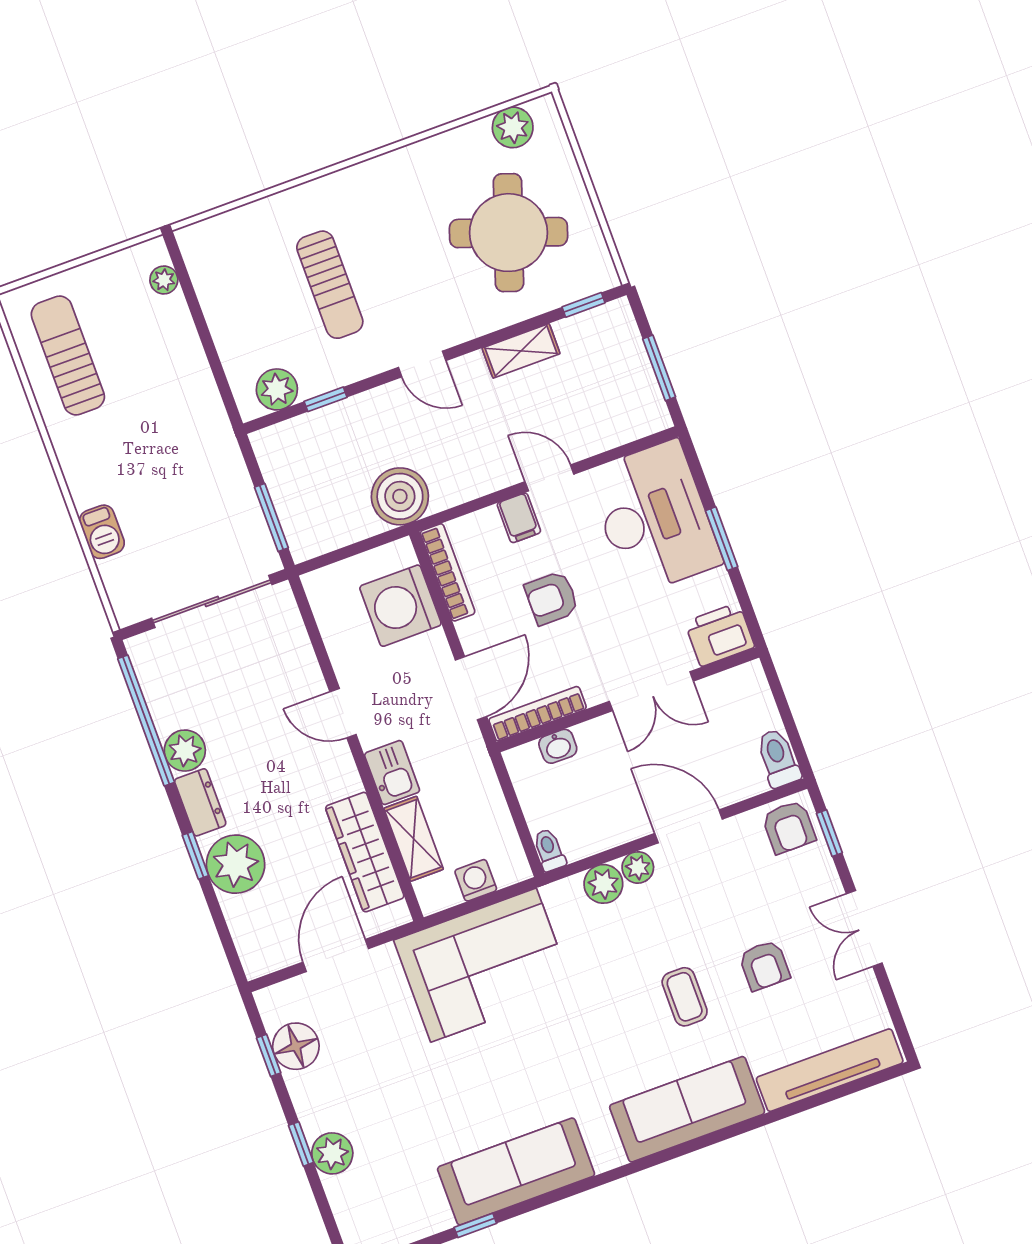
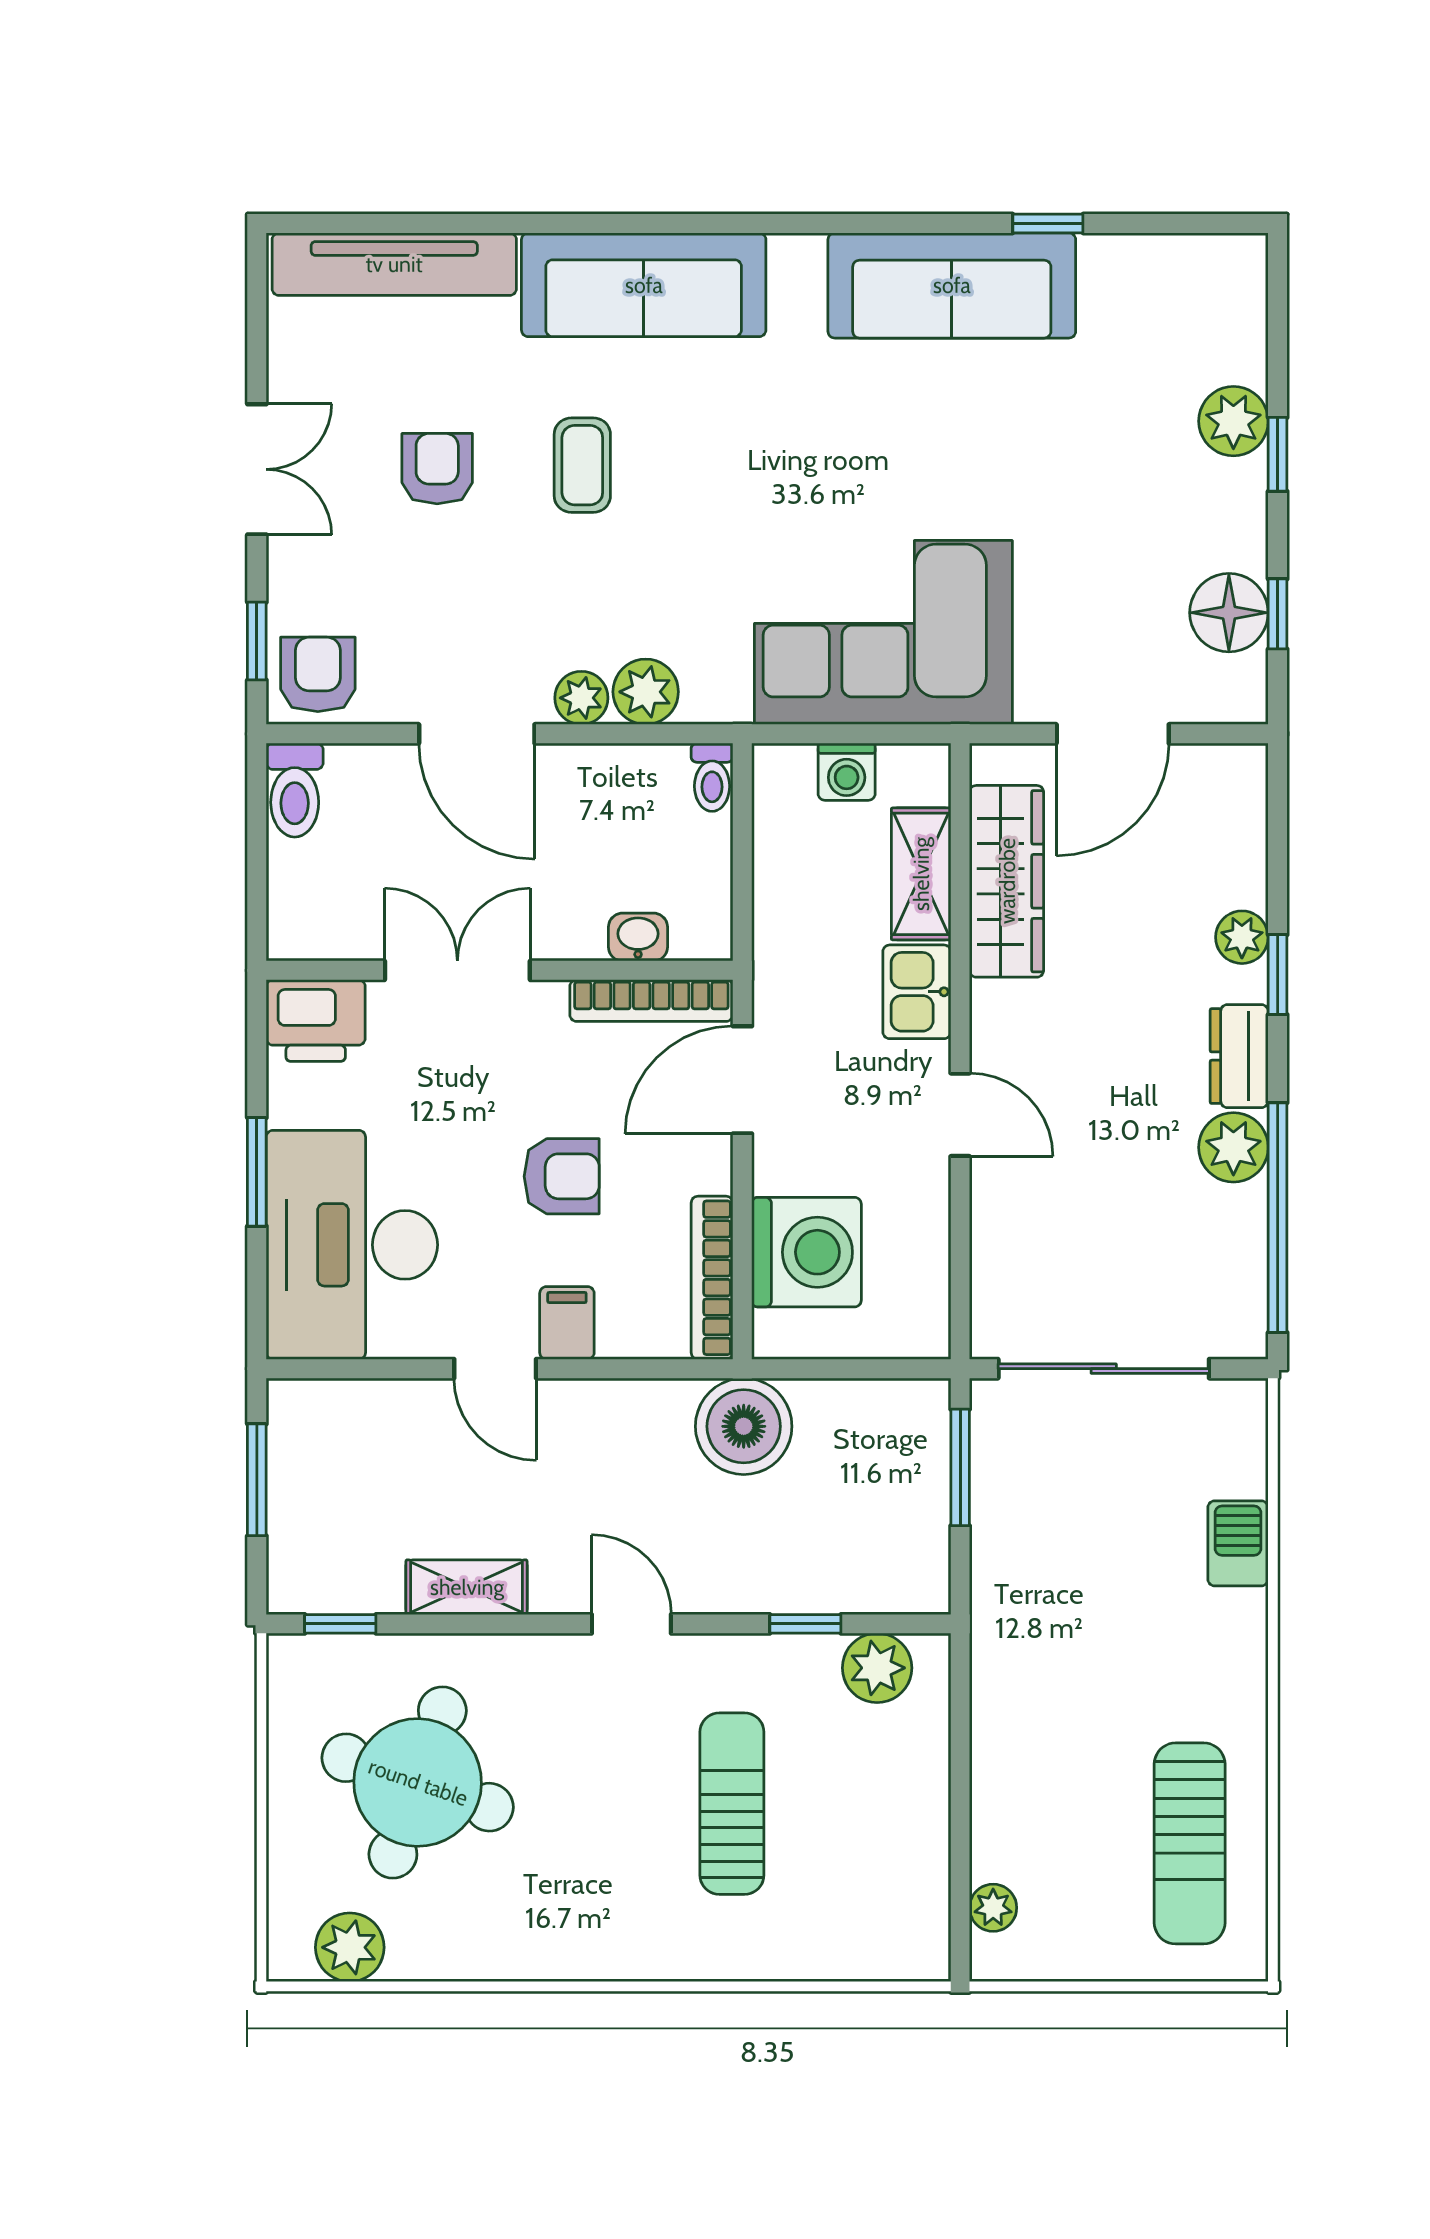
plant: (236, 864) -> (1242, 937), width x0.53, depth x0.53

